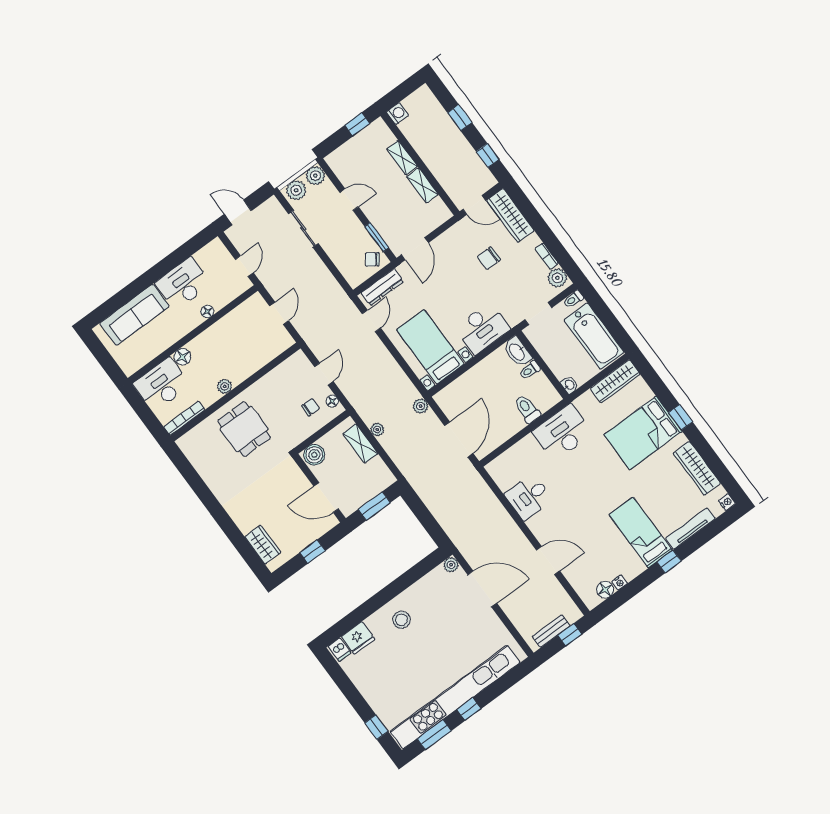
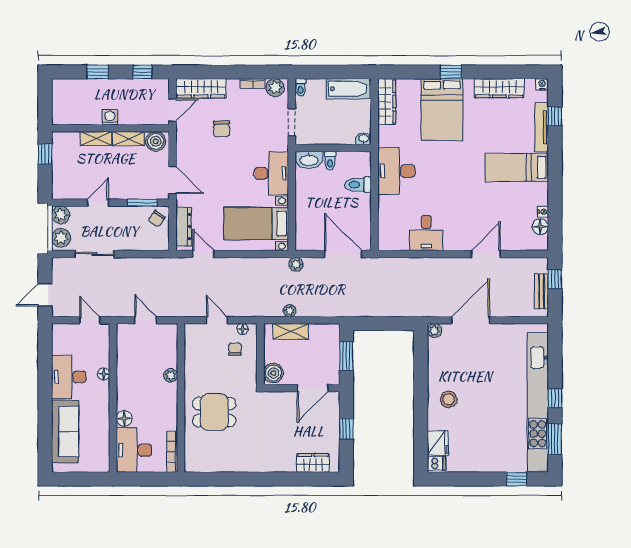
washing machine: (397, 113) -> (110, 117), moved
boiler: (437, 210) -> (156, 141), added
bathtub: (594, 336) -> (348, 89), width x0.73, depth x0.73
plant: (225, 386) -> (171, 375), moved
window: (669, 562) -> (555, 116), moved

